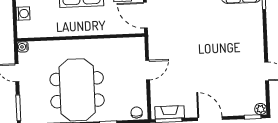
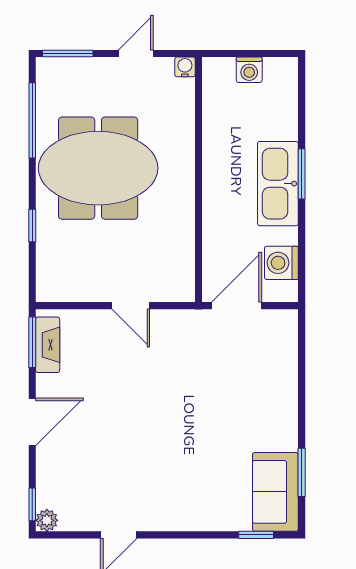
chair: (137, 112) -> (50, 281), removed

